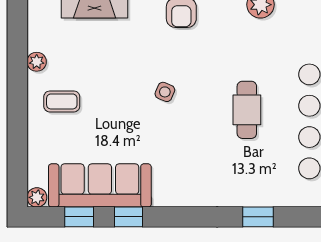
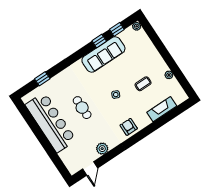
coffee table: (62, 101) -> (143, 84), moved
sofa: (100, 185) -> (103, 54), moved
window: (258, 217) -> (42, 79), moved

